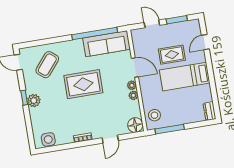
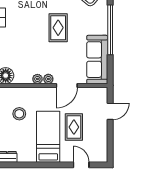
window: (177, 20) -> (110, 138), removed
window: (95, 33) -> (110, 30), moved
rug: (83, 84) -> (58, 28), width x0.73, depth x0.70
stool: (154, 115) -> (19, 114), moved

